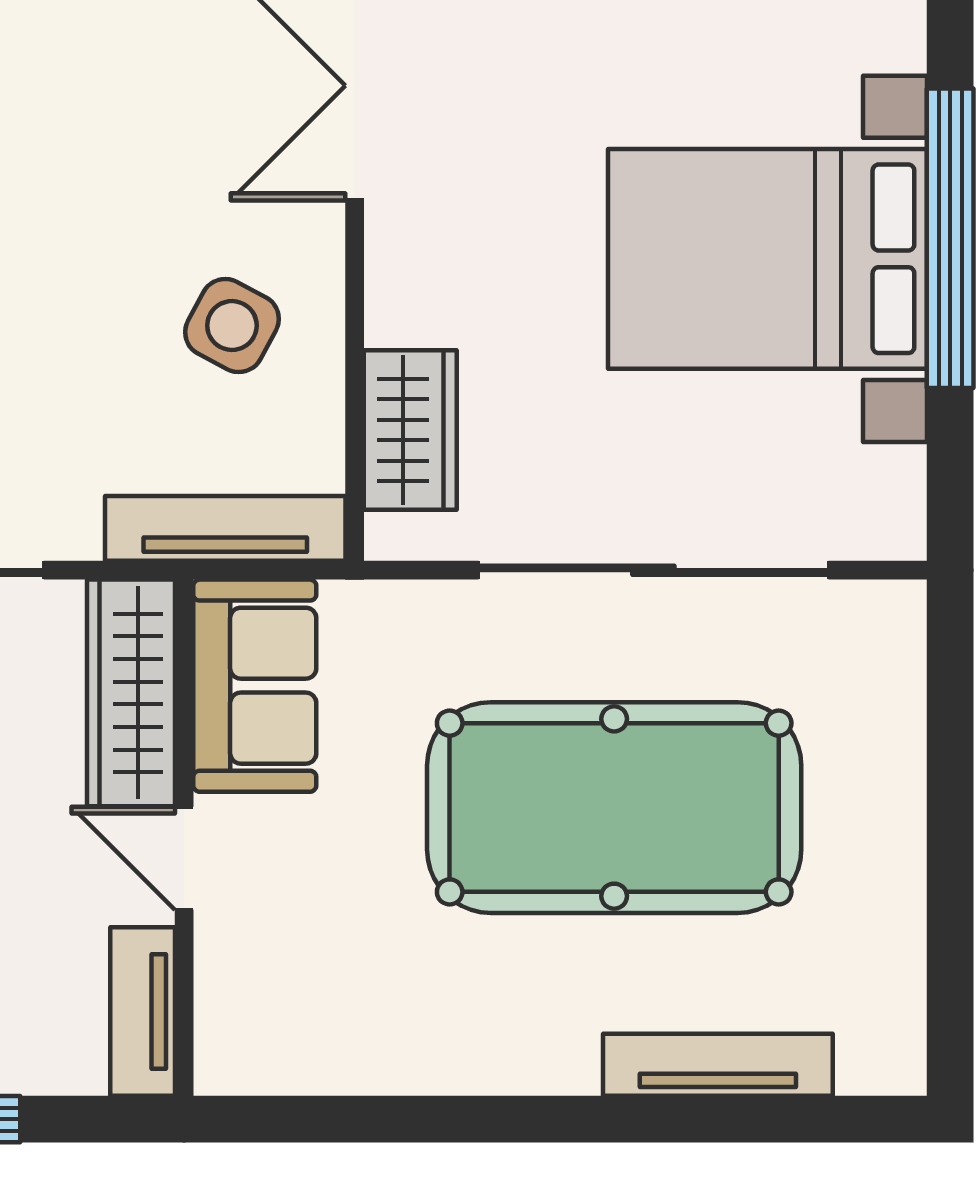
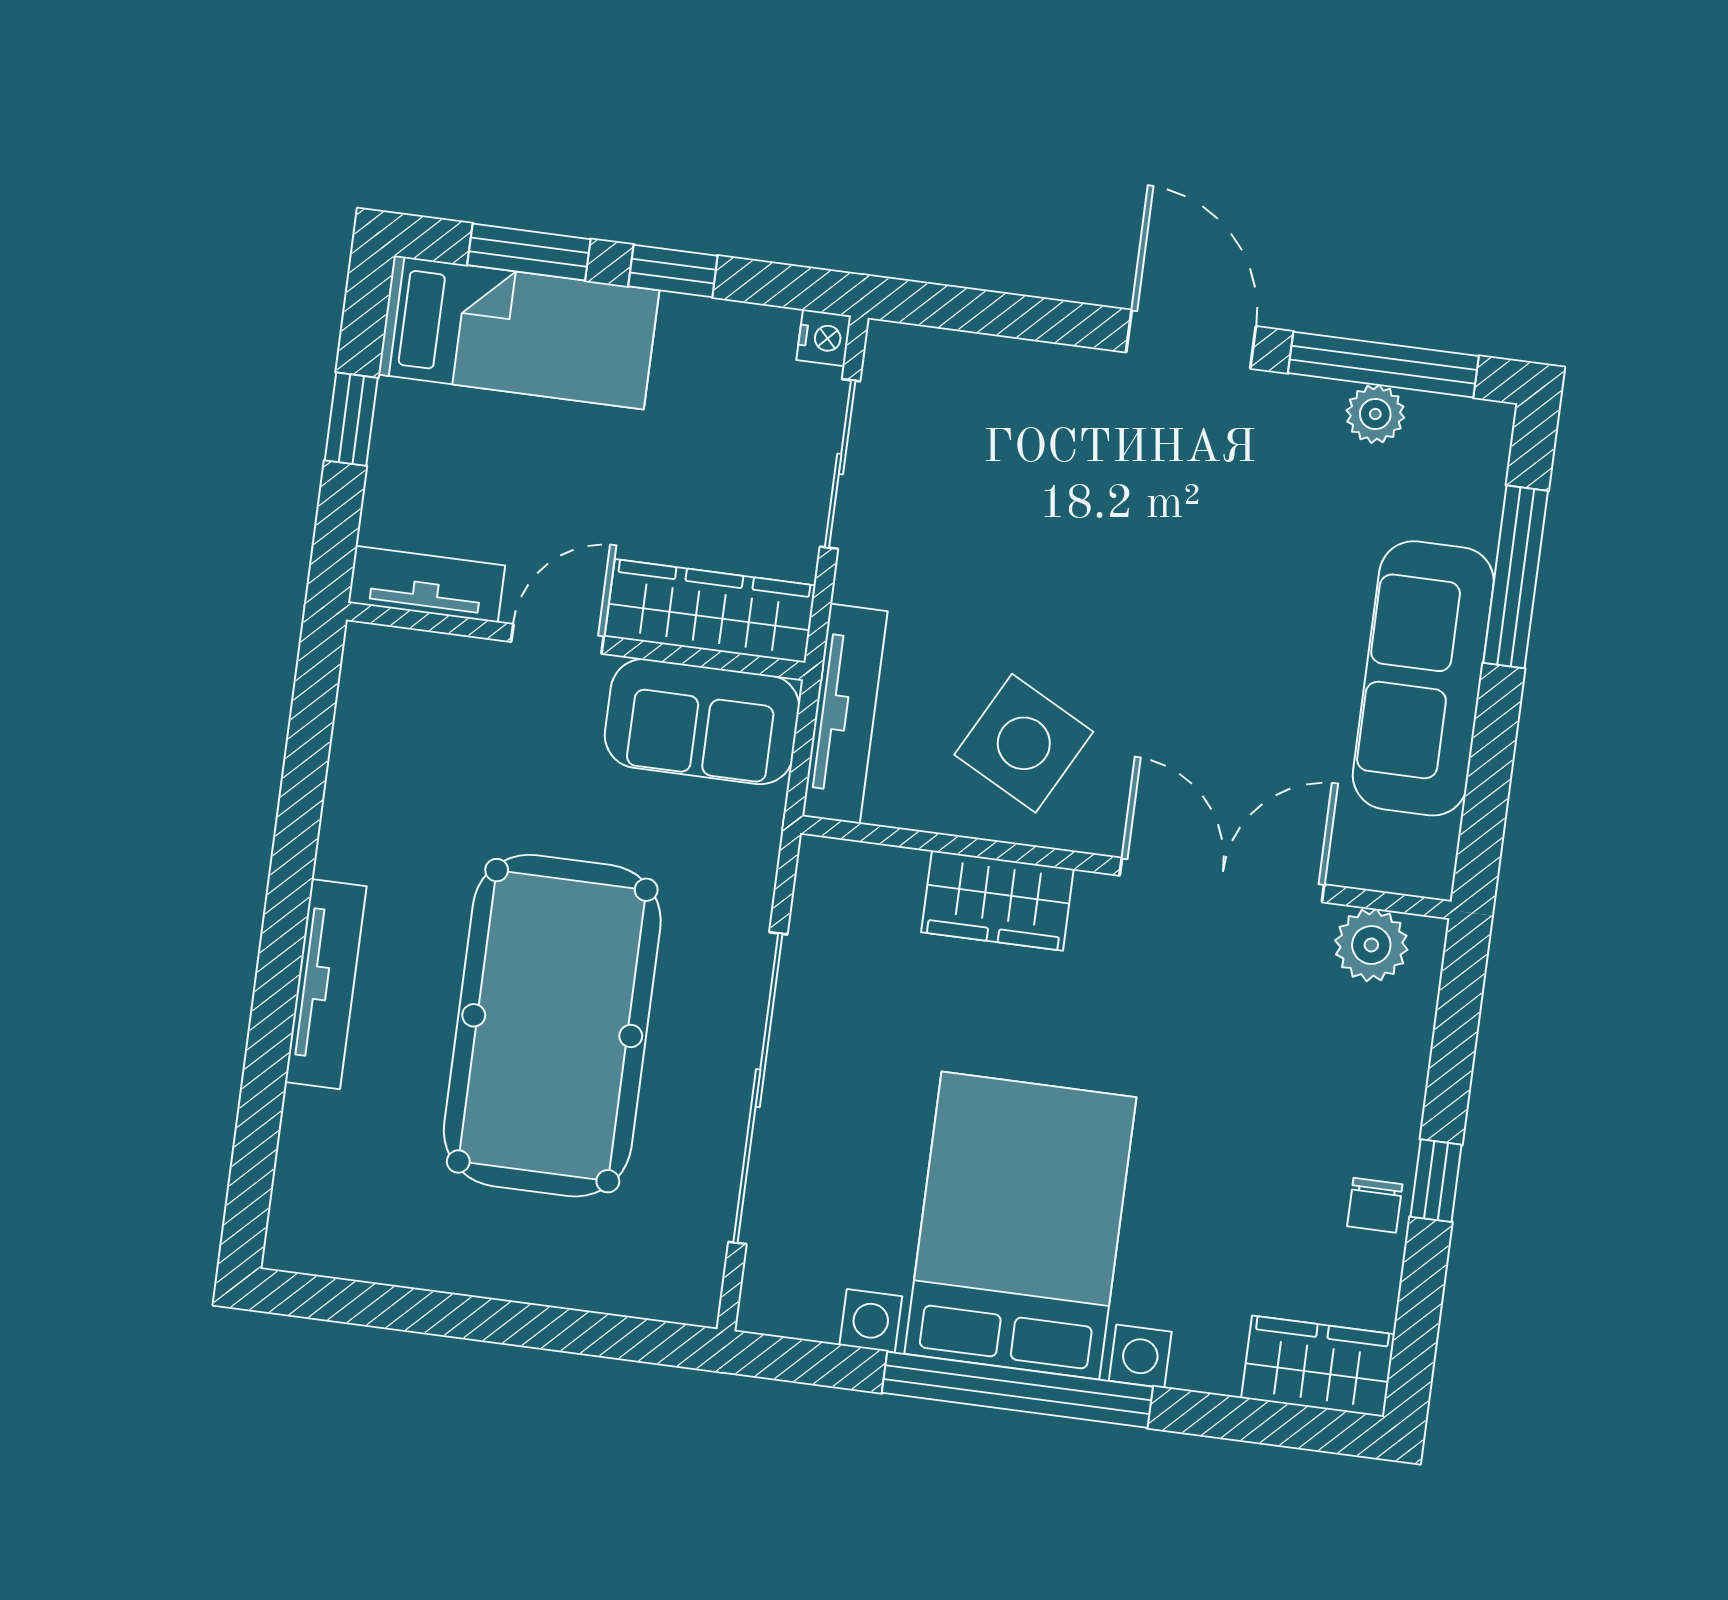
side table: (232, 326) -> (1024, 743), width x1.37, depth x1.37
wardrobe: (410, 430) -> (997, 901), moved
tv unit: (718, 1065) -> (326, 984), moved

